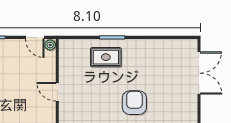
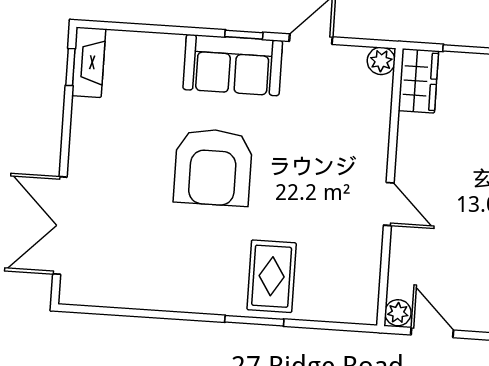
rug: (106, 57) -> (272, 276), turned 90
armchair: (134, 103) -> (213, 167), width x1.36, depth x1.36

